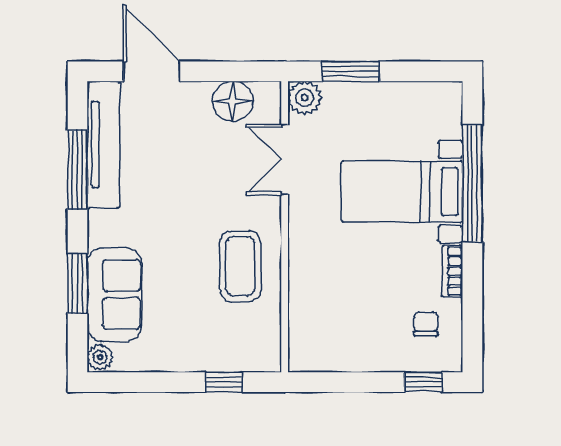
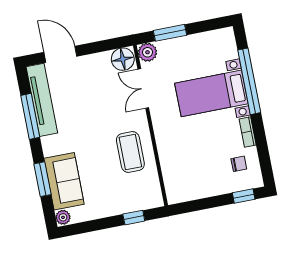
floor lamp: (233, 101) -> (123, 59), moved
chair: (426, 324) -> (239, 164), turned 90

